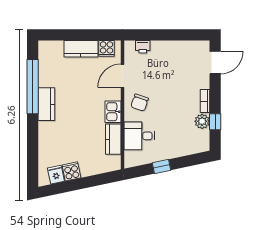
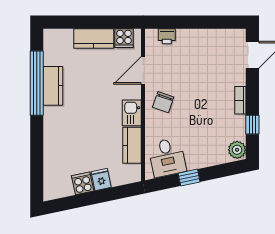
kitchen counter: (46, 104) -> (53, 86), moved
plant: (202, 121) -> (237, 150), moved
desk: (139, 136) -> (167, 157), moved, turned -102
fridge: (56, 175) -> (101, 180), moved

